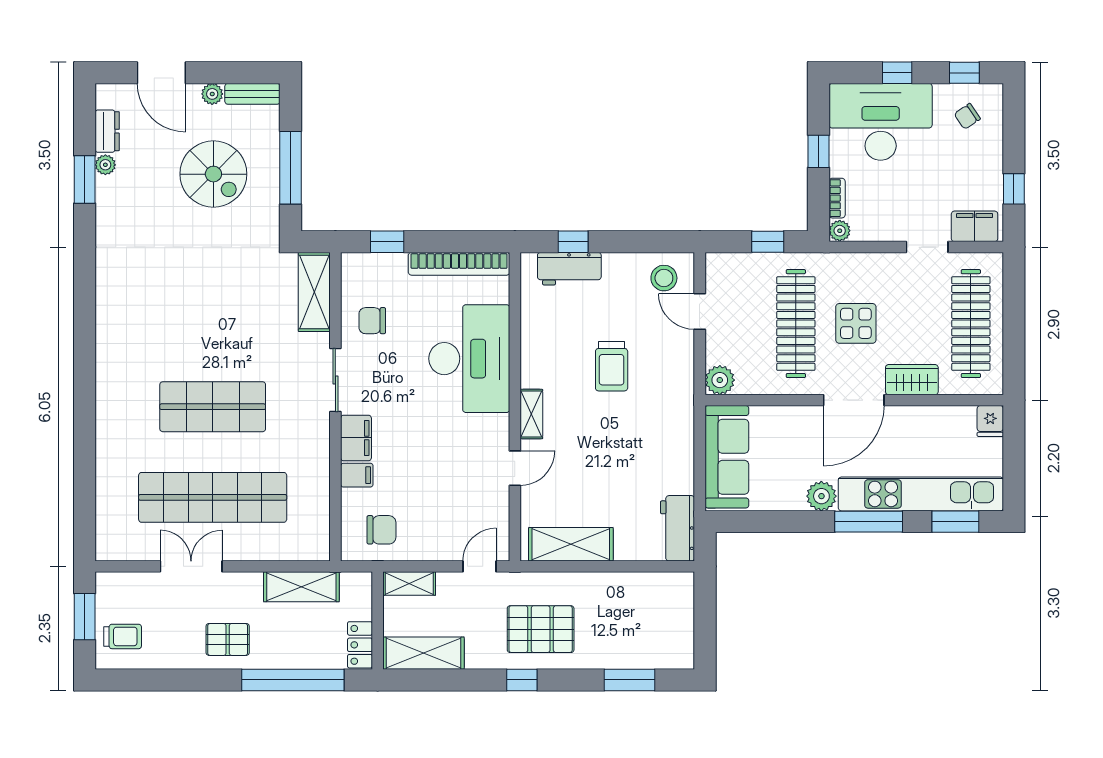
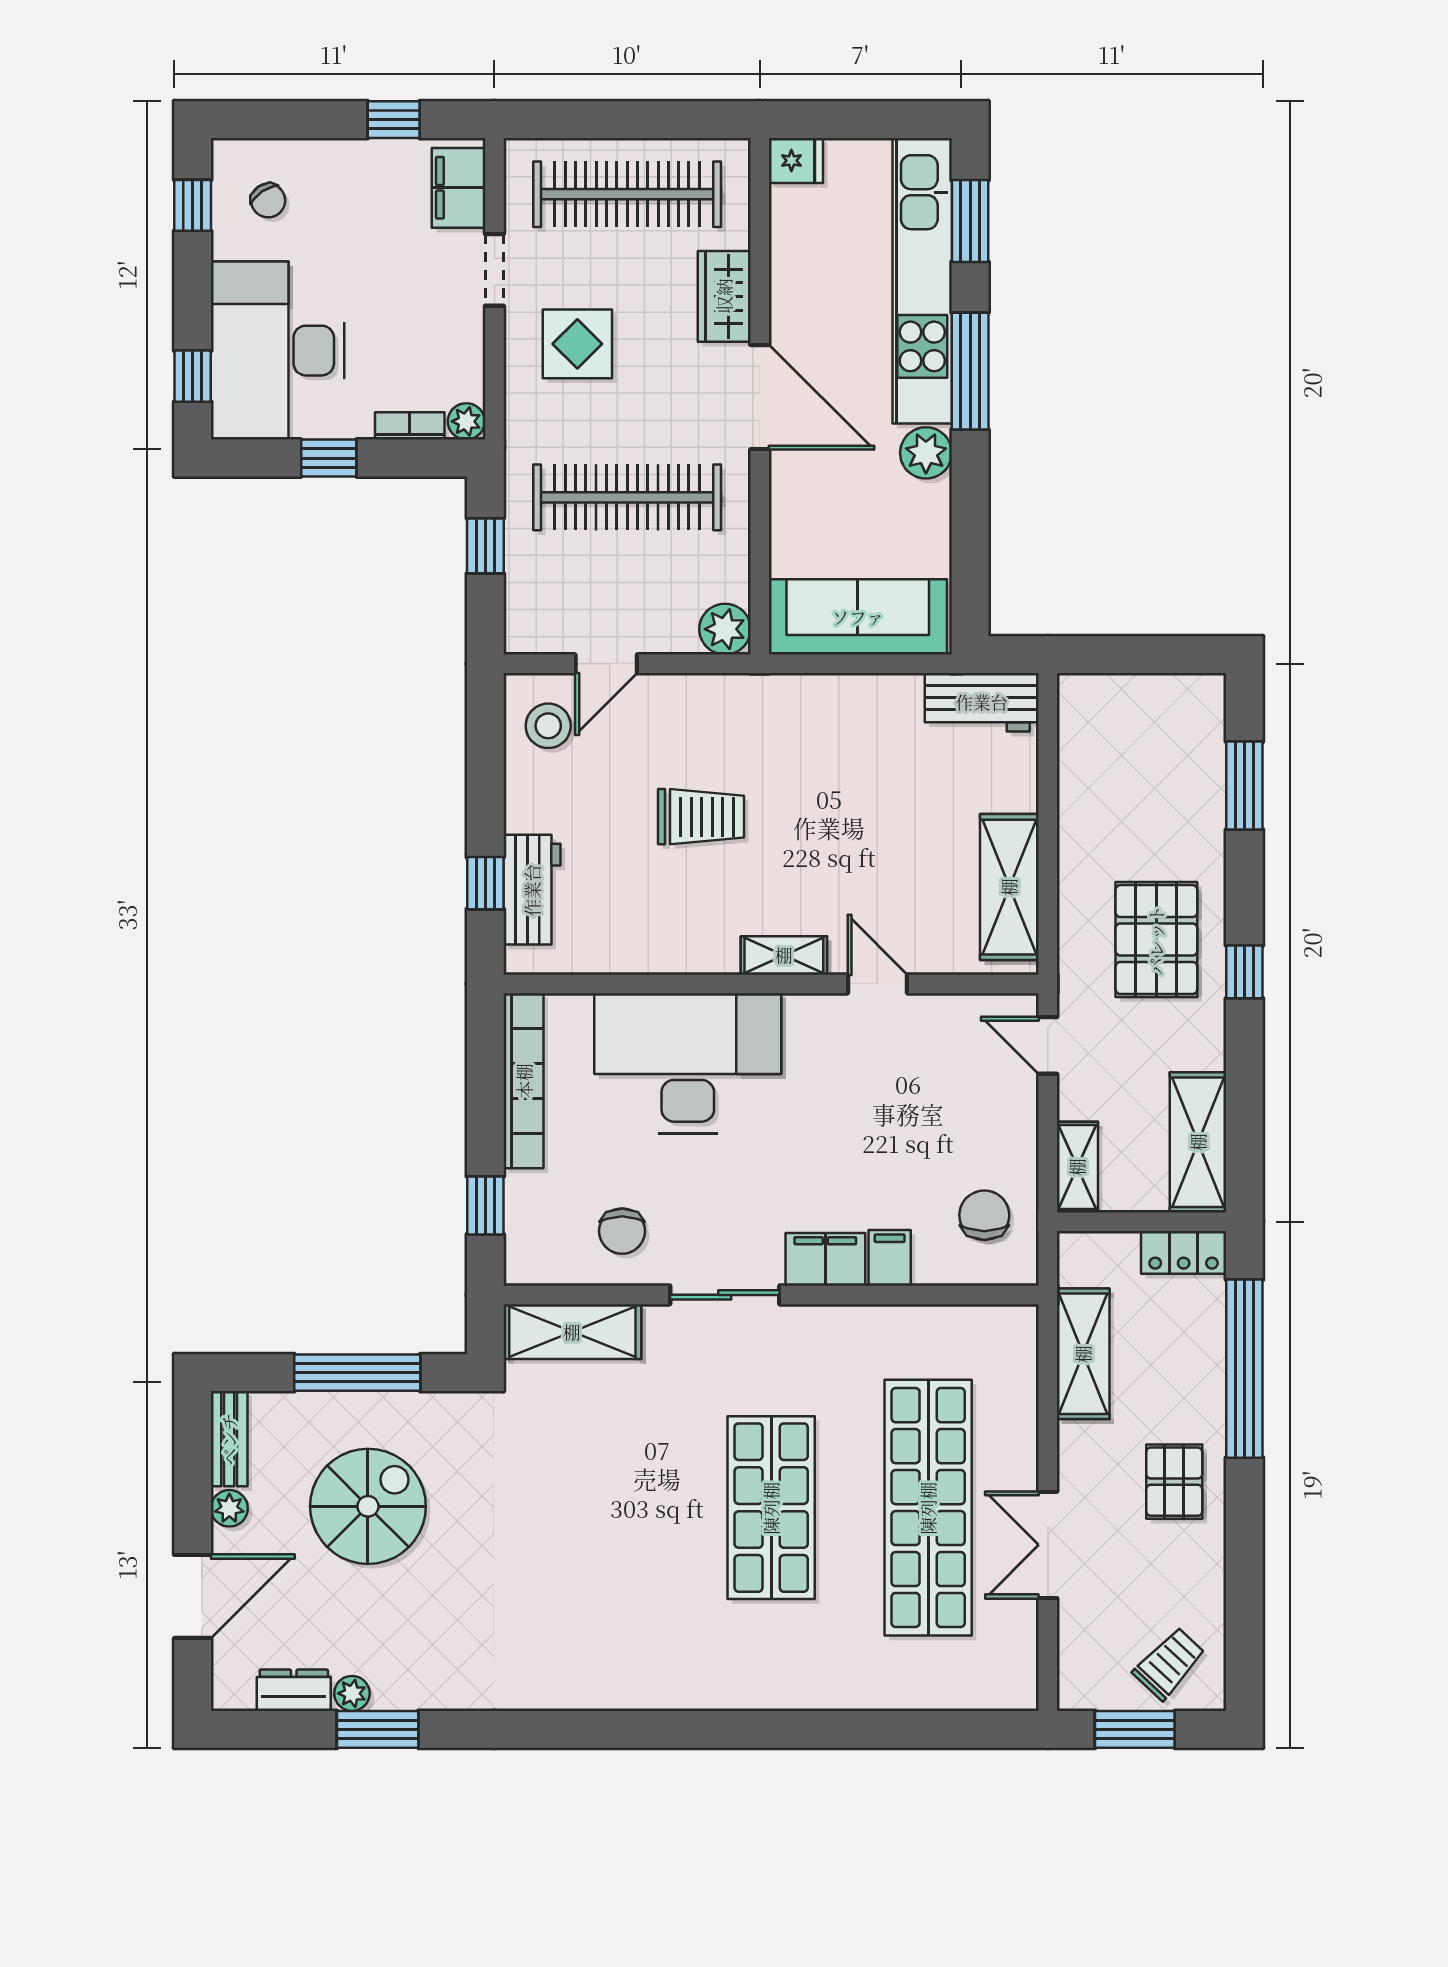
window: (897, 73) -> (193, 376), moved
display table: (856, 323) -> (577, 344), moved
trolley: (123, 636) -> (1169, 1663), turned 43

